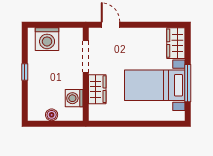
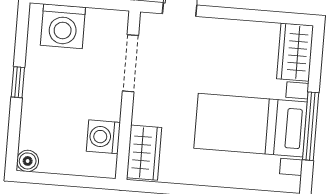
wardrobe: (97, 89) -> (144, 153), moved
boiler: (52, 115) -> (28, 161), moved

